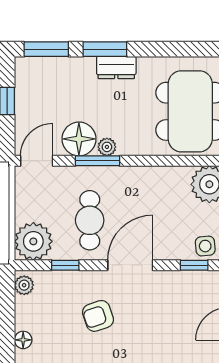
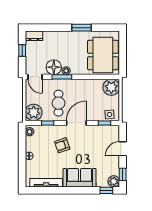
window: (46, 49) -> (39, 28), removed
window: (105, 49) -> (82, 28), moved
dresser: (116, 68) -> (34, 36), moved
door: (37, 161) -> (35, 77), swing flipped

